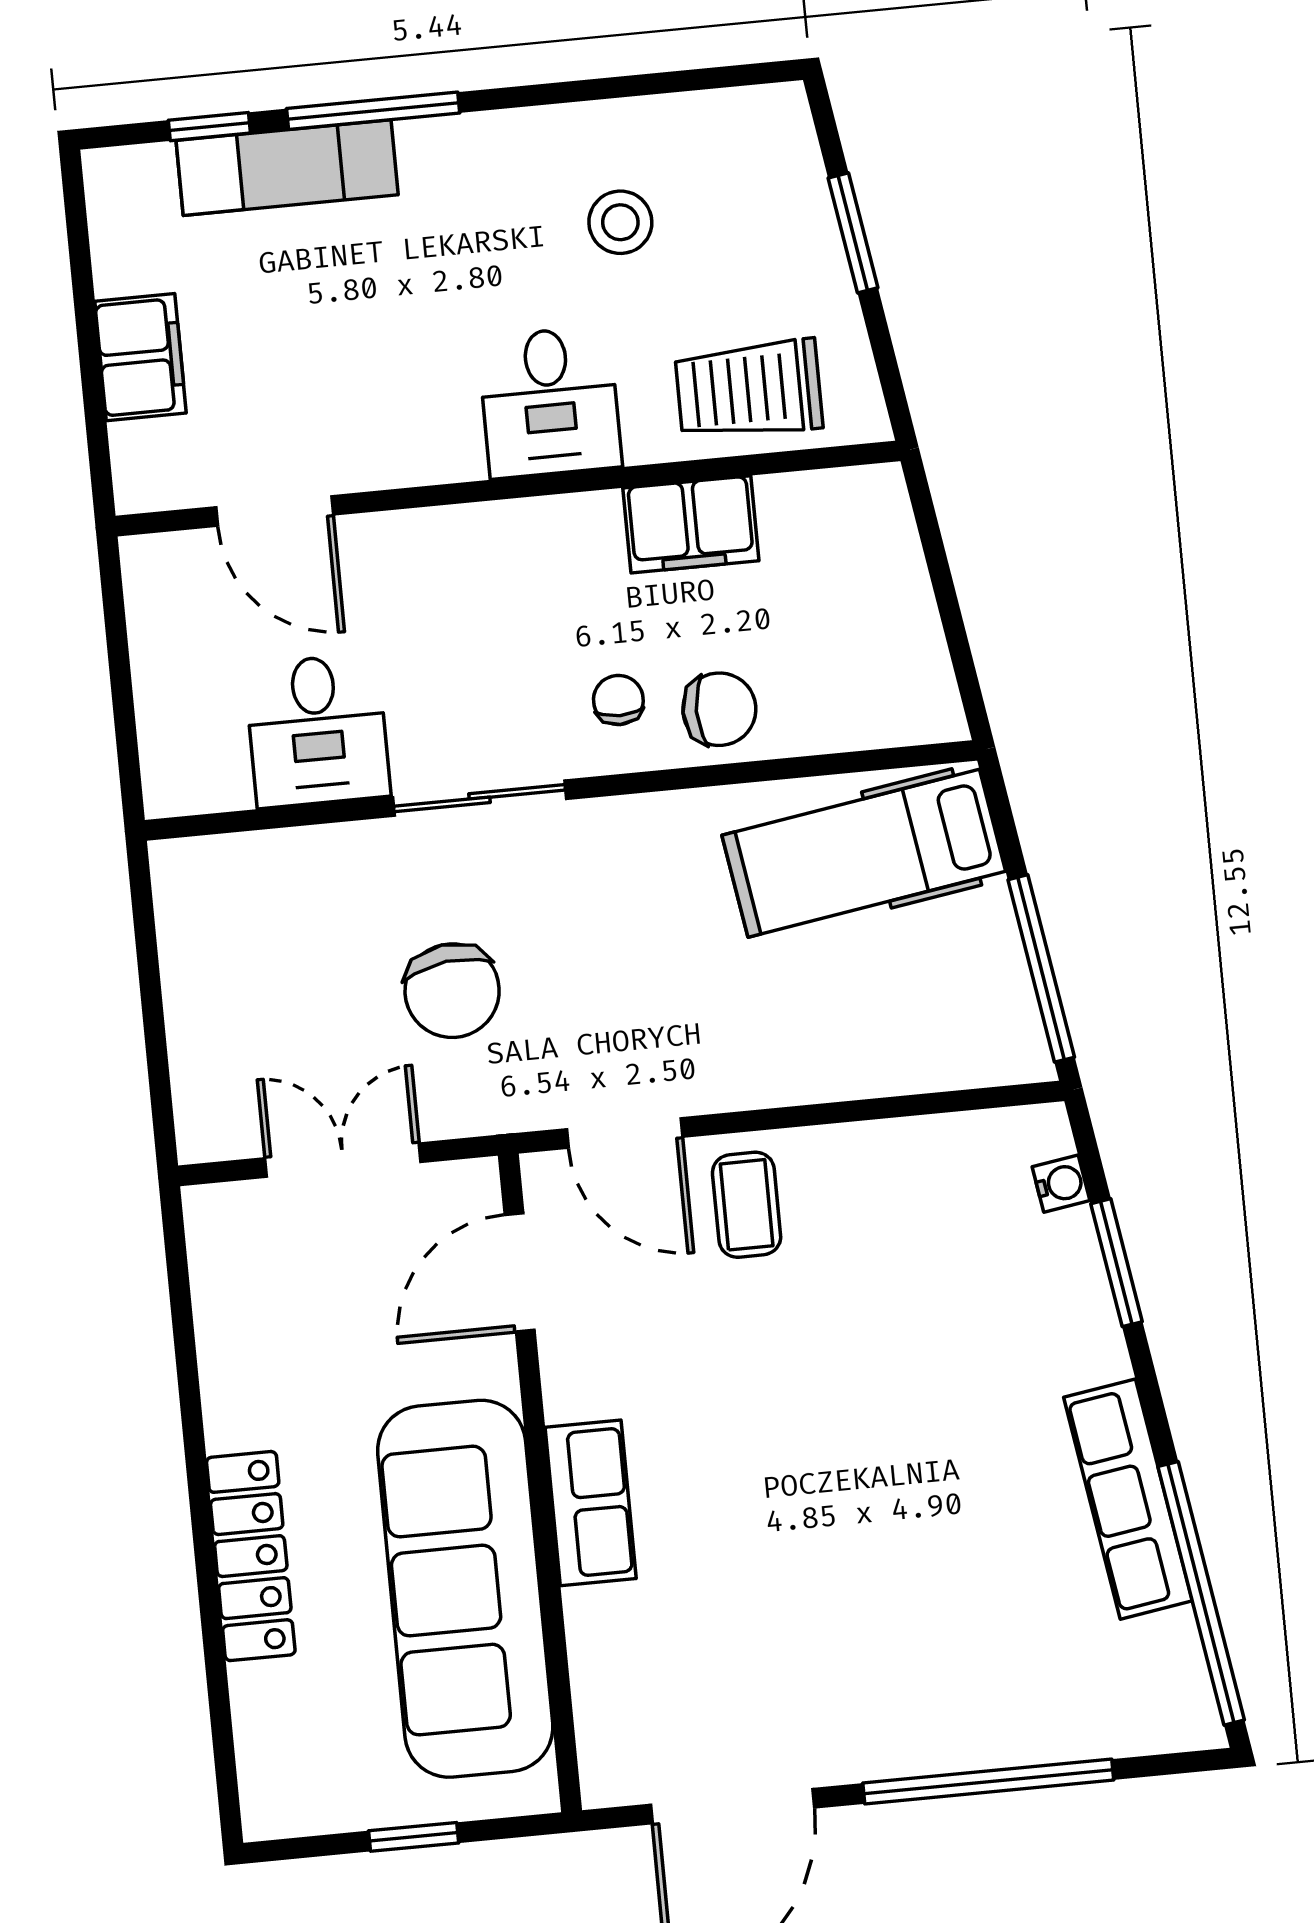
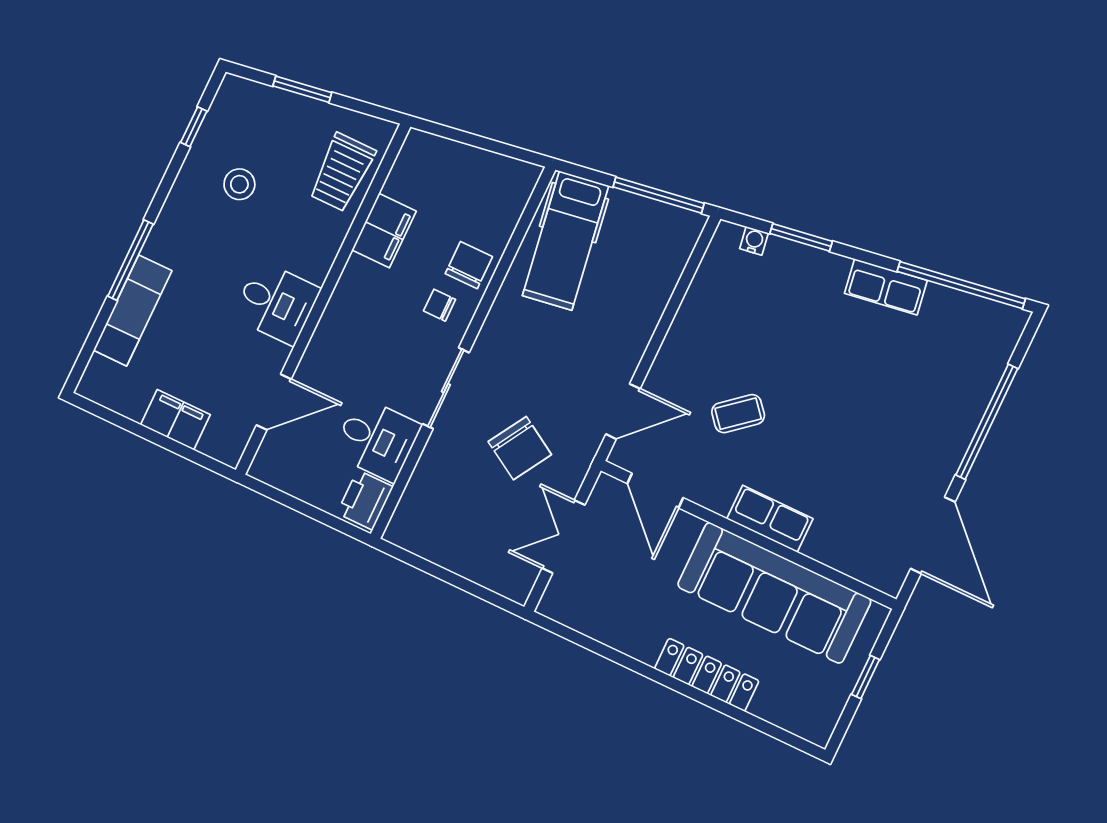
window: (209, 127) -> (194, 127), moved
desk: (550, 402) -> (276, 303), moved
printer: (199, 774) -> (365, 500), added
chair: (452, 991) -> (520, 448), turned 38
coffee table: (747, 1205) -> (738, 414), moved, turned -40
row of seats: (1128, 1499) -> (886, 287), width x0.68

